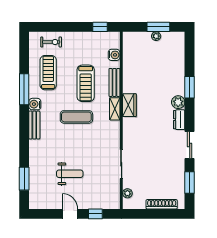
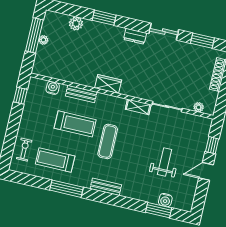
window: (158, 27) -> (34, 35), width x1.44
plant: (178, 102) -> (76, 24), moved
water cooler: (35, 104) -> (165, 200), moved
shelving: (115, 109) -> (138, 107), moved

